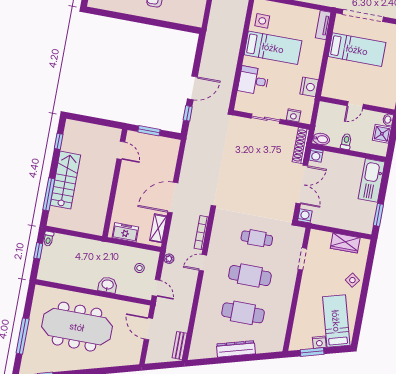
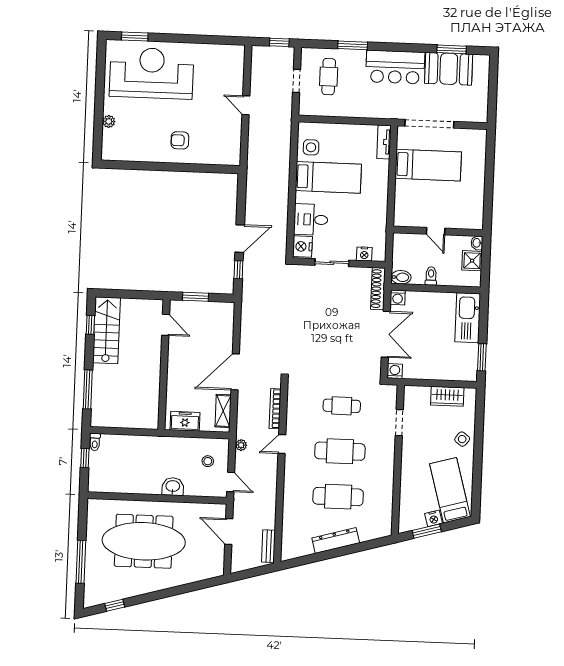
nightstand: (309, 87) -> (302, 246), moved, turned 180
door: (355, 105) -> (436, 231), hinge flipped
stairs: (65, 180) -> (106, 330), moved

